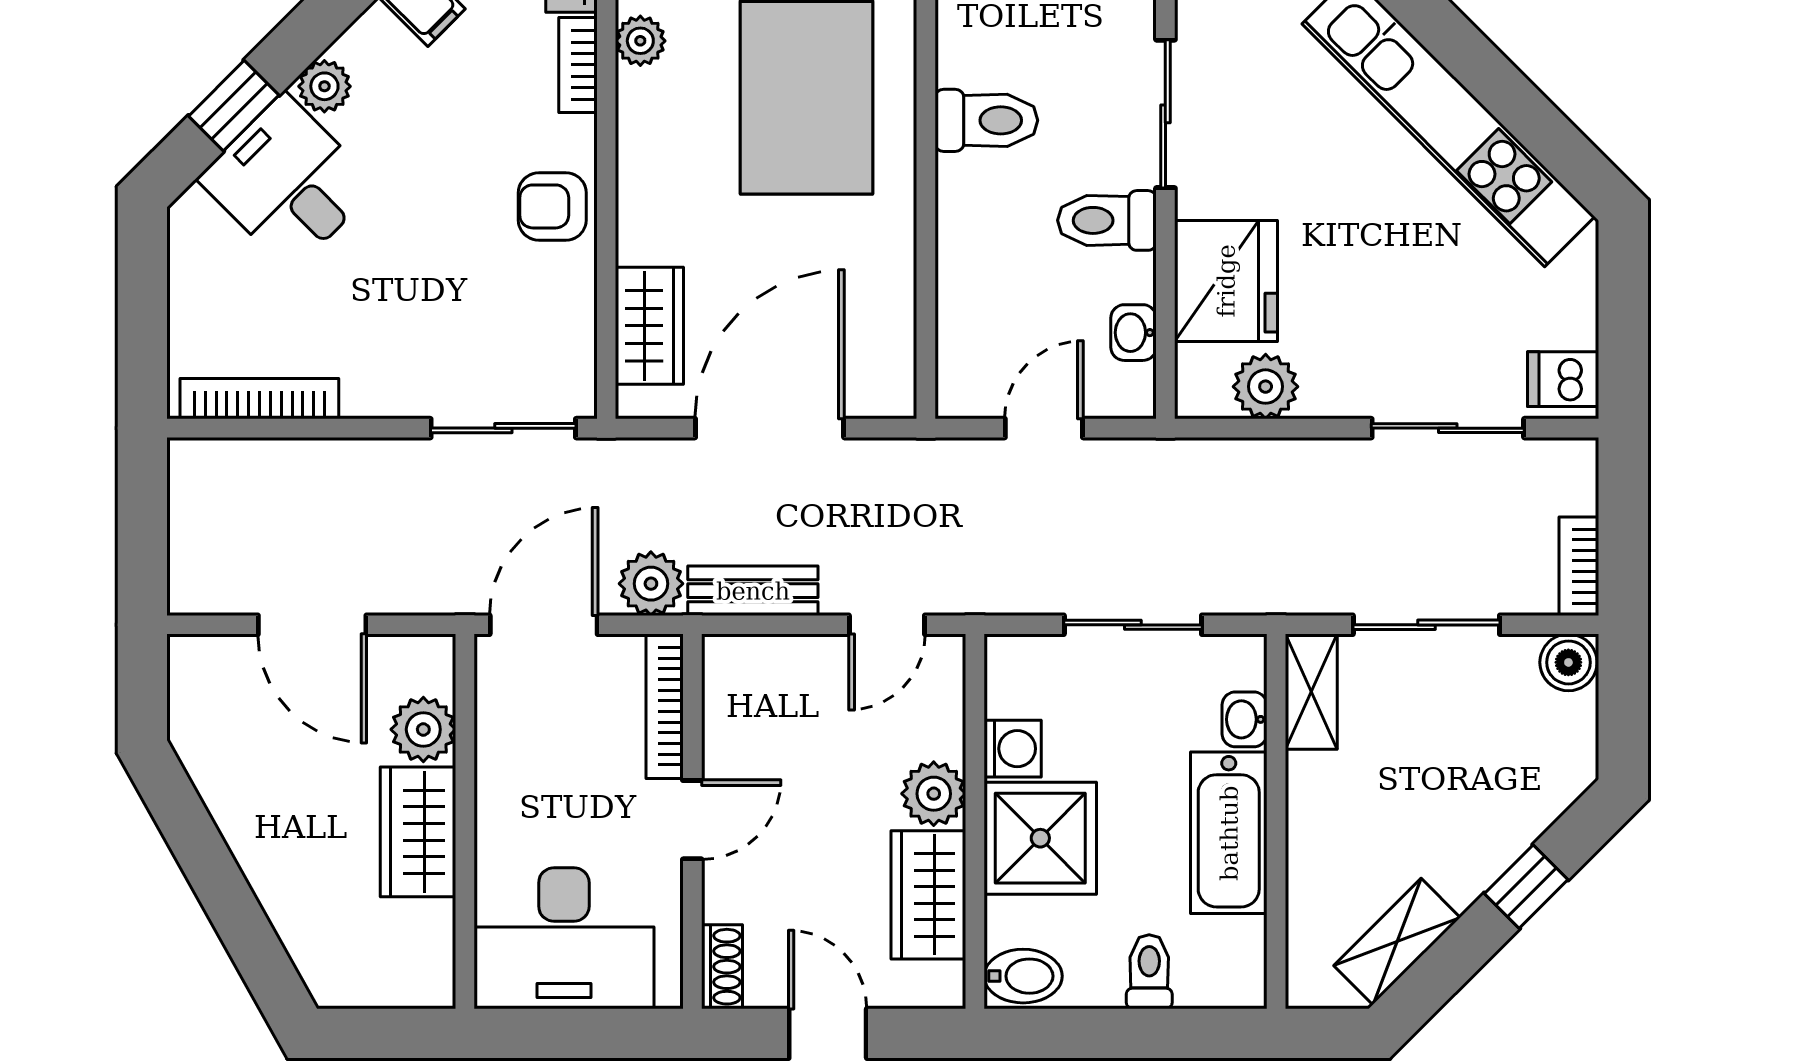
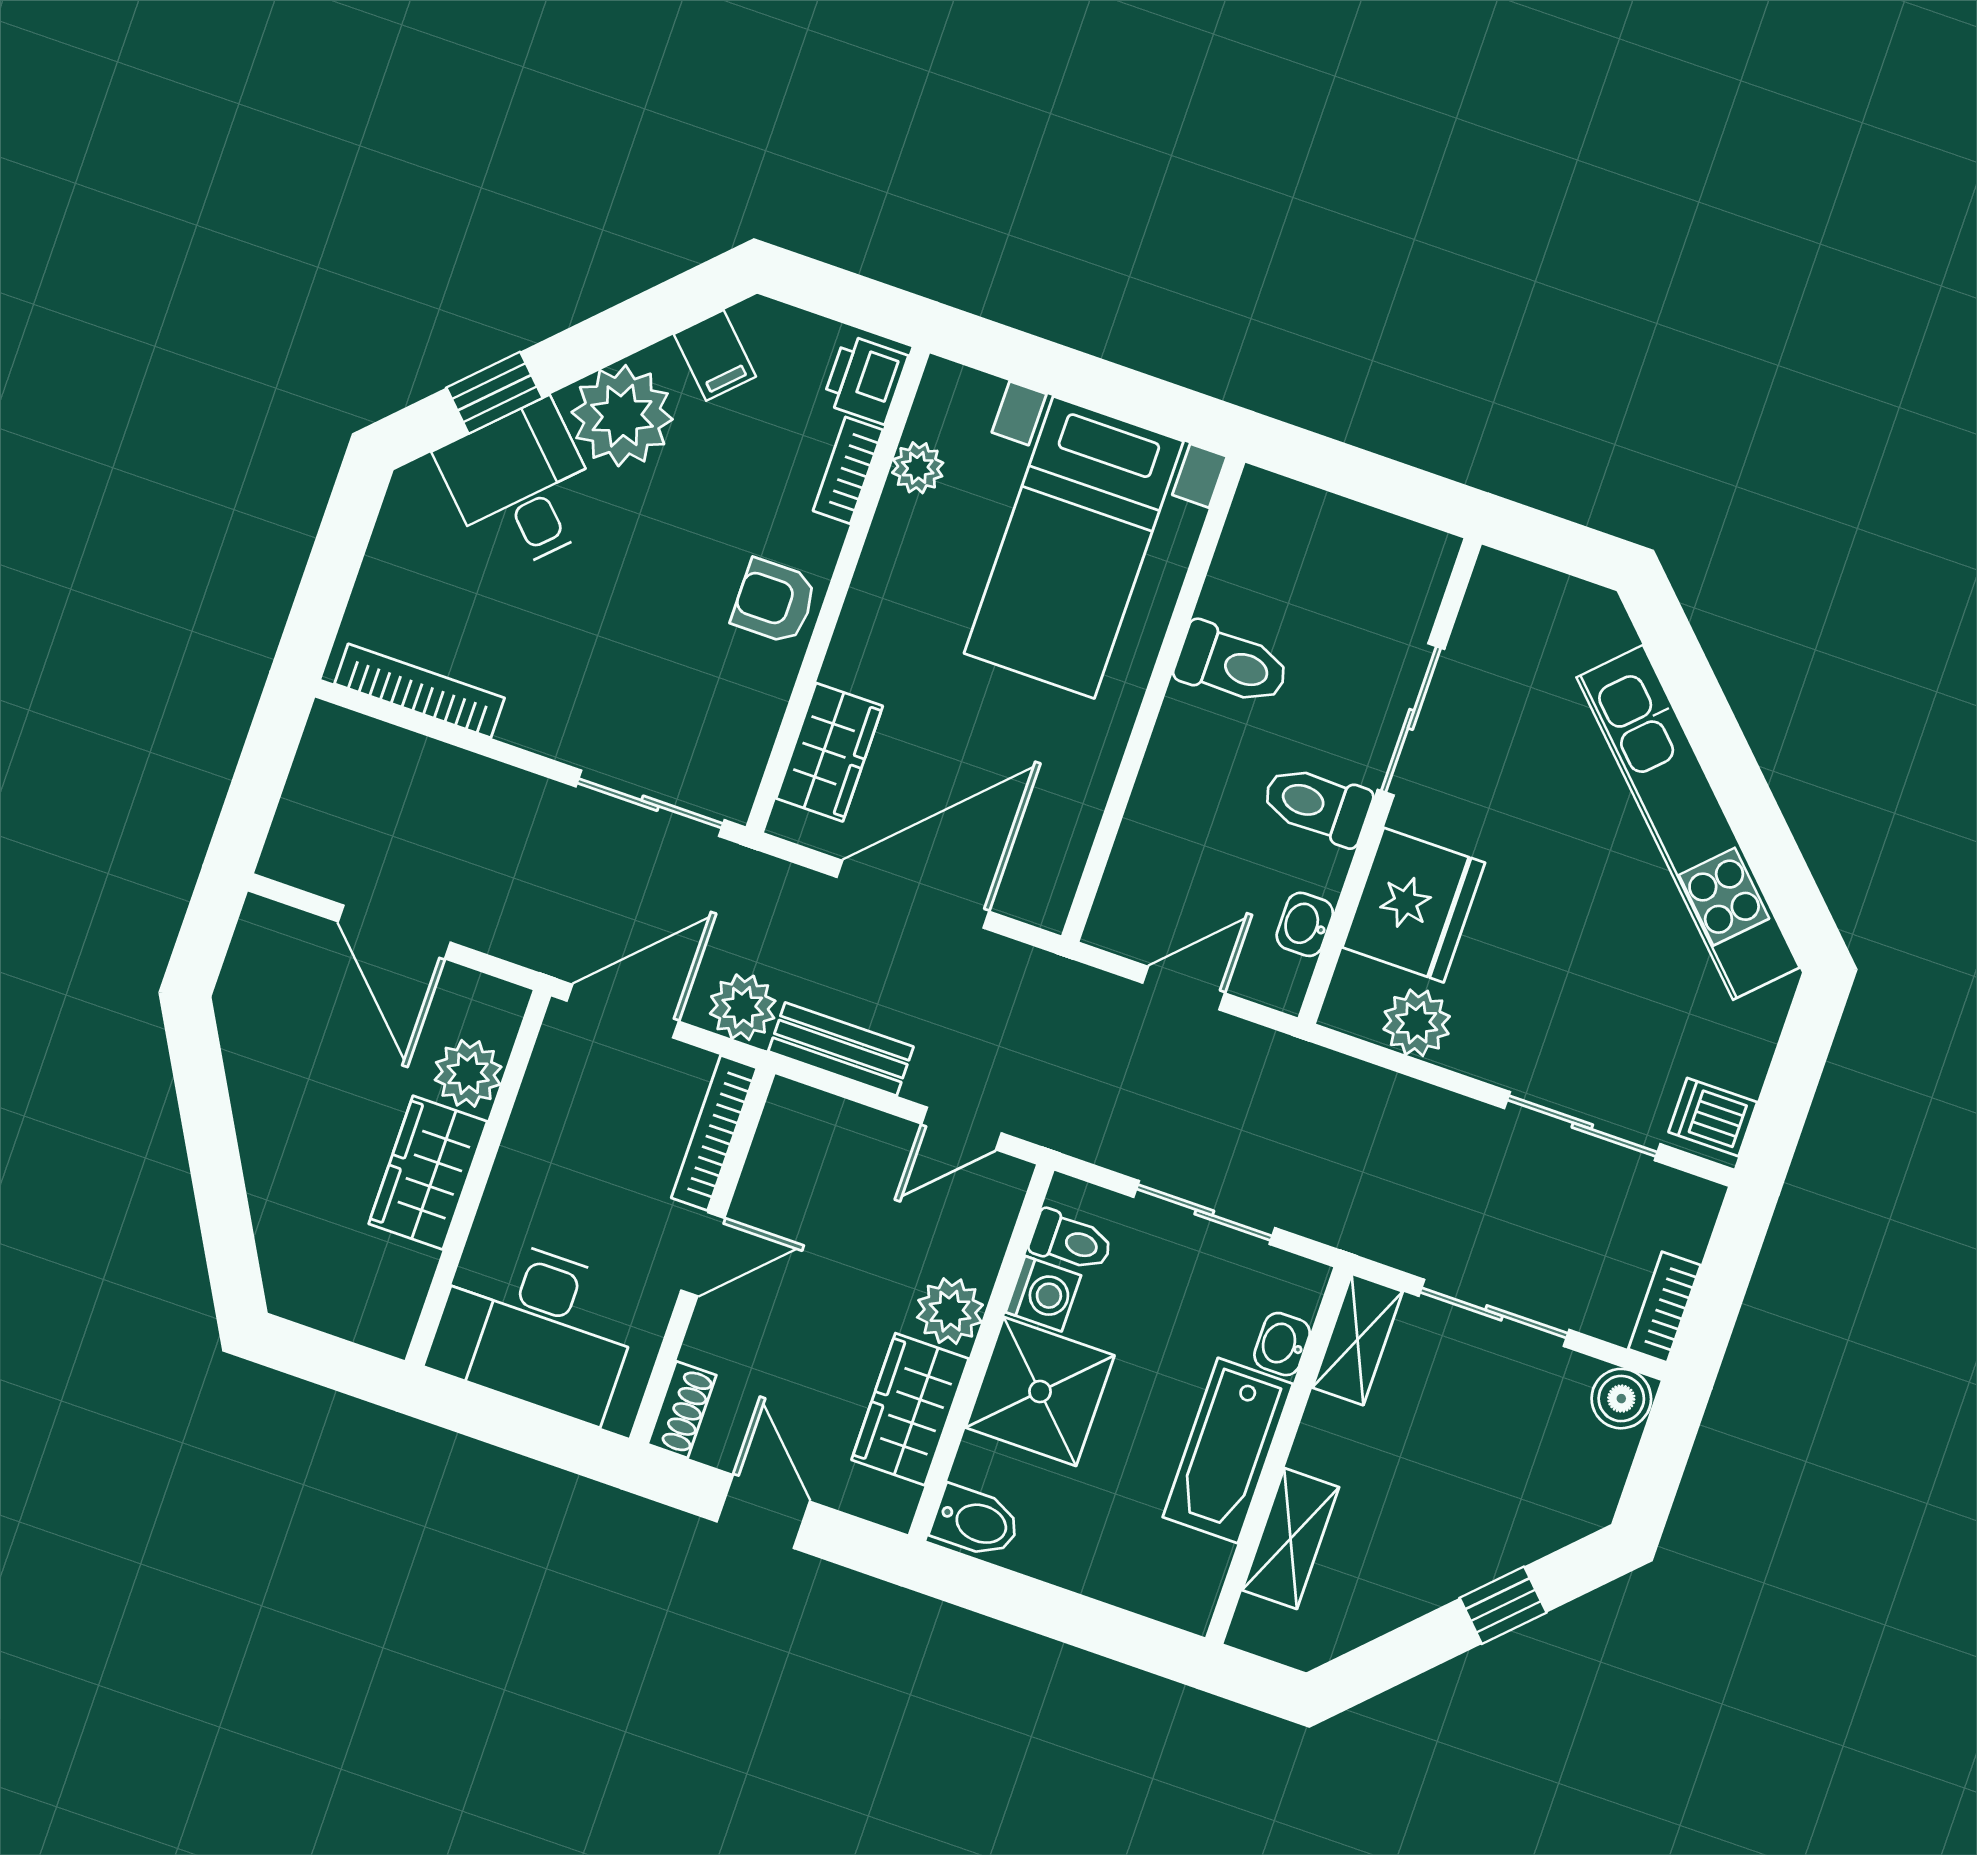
plant: (324, 86) -> (622, 416), width x1.88, depth x1.88
shelving: (1397, 942) -> (1291, 1539), moved, turned -45
toilet: (1149, 972) -> (1071, 1241), moved, turned 90

